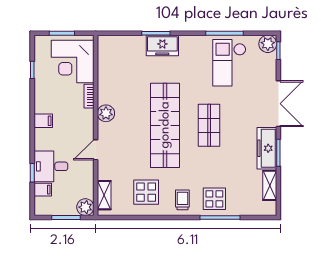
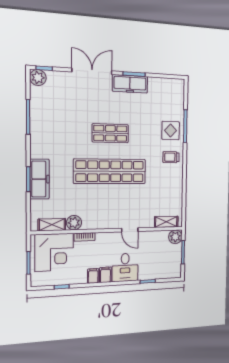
freezer: (162, 45) -> (40, 179), width x1.40
checkout: (229, 63) -> (55, 114), removed
plant: (106, 113) -> (74, 223), moved
desk: (51, 166) -> (125, 267), moved
shelving: (270, 185) -> (52, 225), moved
filing cabinet: (43, 190) -> (93, 276), moved
display table: (146, 192) -> (164, 187), removed

